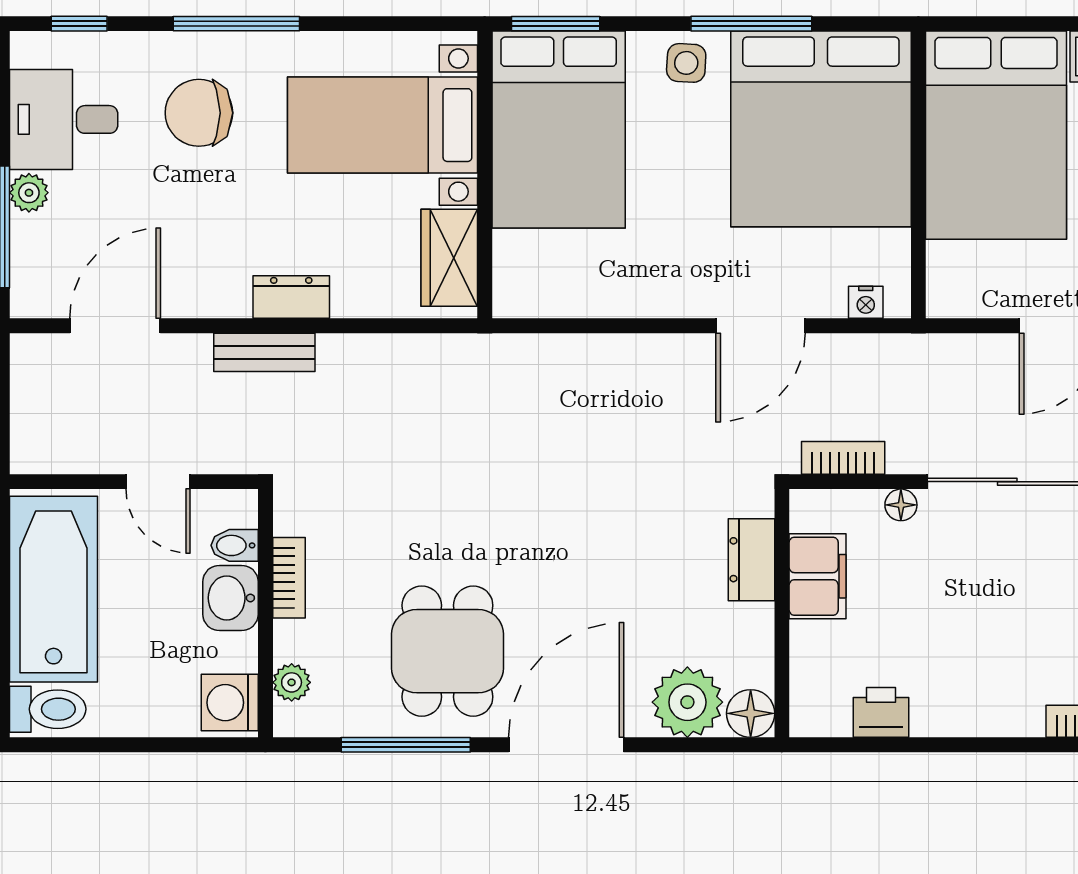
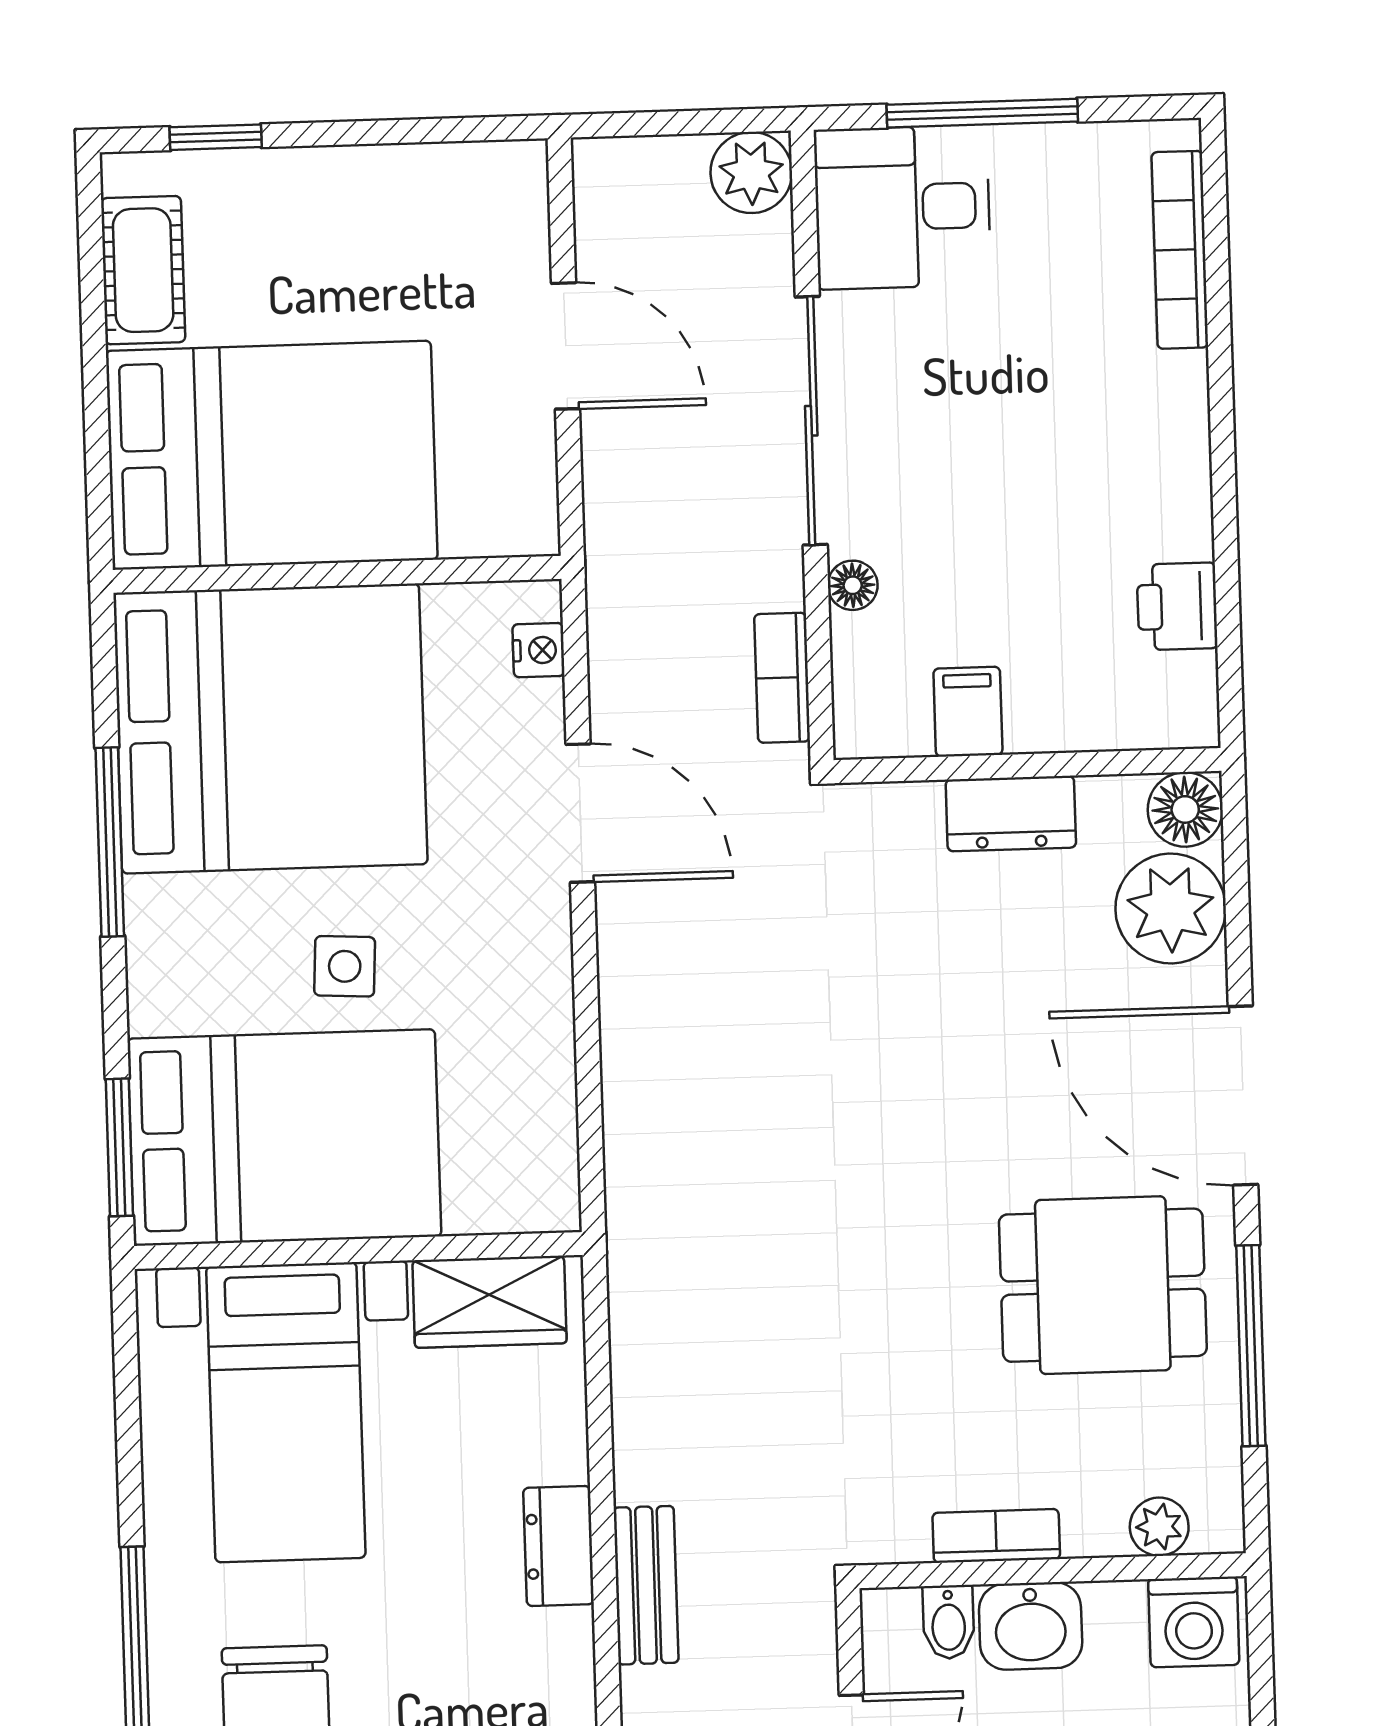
side table: (686, 63) -> (345, 966), moved
dresser: (751, 560) -> (1011, 814), moved
filing cabinet: (818, 576) -> (968, 712), width x0.50

